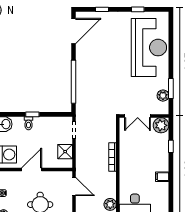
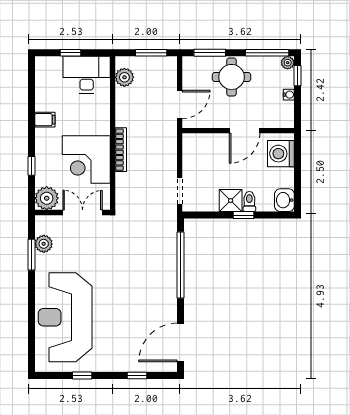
corner desk: (135, 151) -> (86, 159), added
shower: (65, 152) -> (231, 200), moved
door: (74, 187) -> (180, 105), swing flipped

